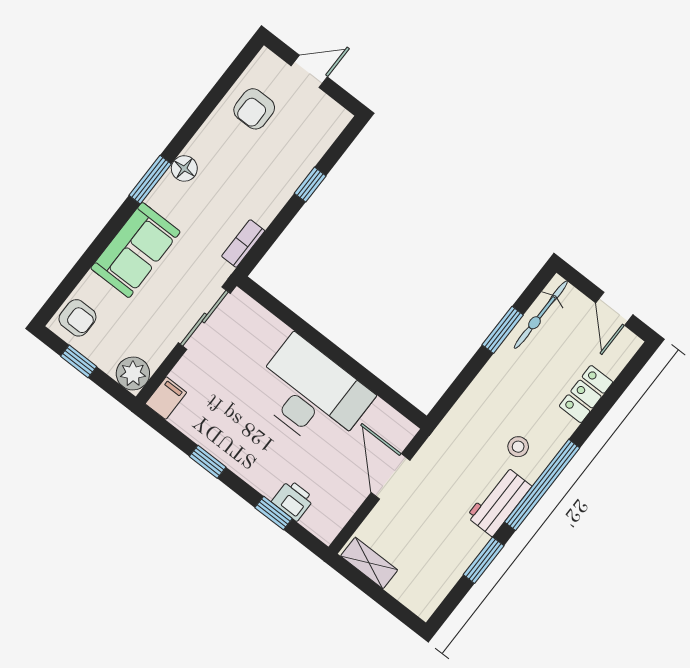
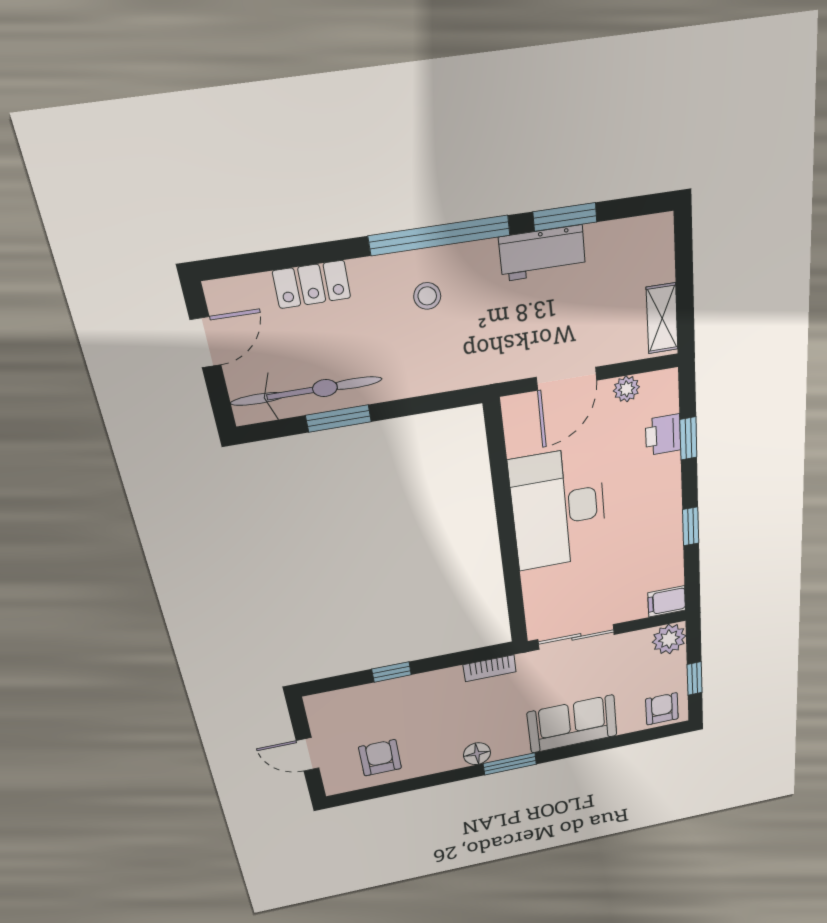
armchair: (254, 109) -> (380, 758), turned -90
bicycle: (541, 315) -> (307, 391), width x1.37, depth x1.40
workbench: (499, 501) -> (542, 253), moved
plant: (347, 505) -> (626, 389), added

